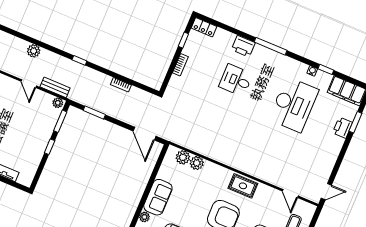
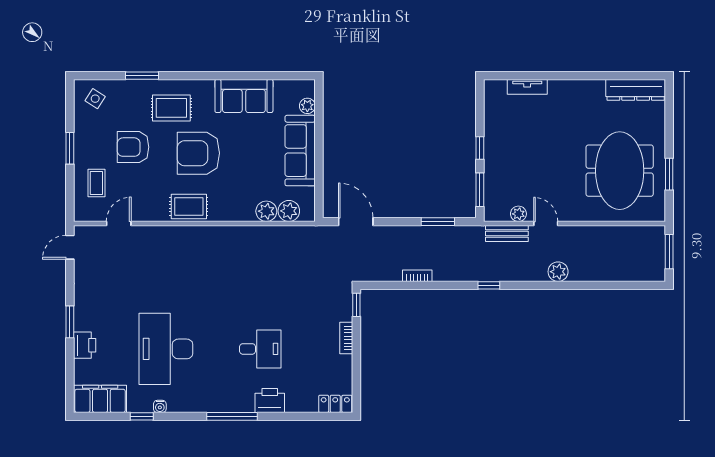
window: (183, 40) -> (356, 305), moved
plant: (58, 103) -> (518, 214), moved
window: (355, 122) -> (70, 322), moved
door: (290, 194) -> (119, 223), hinge flipped
sofa: (158, 197) -> (300, 151), width x1.36

